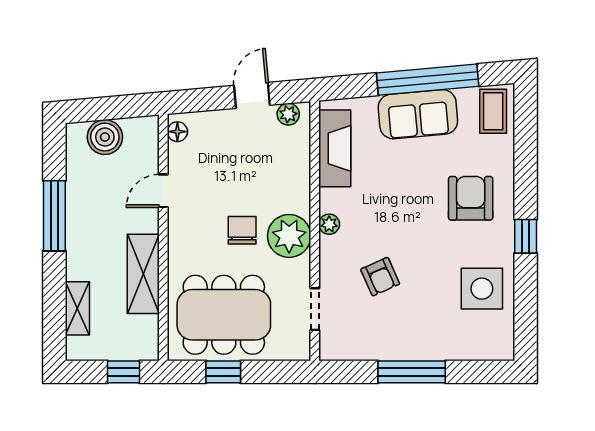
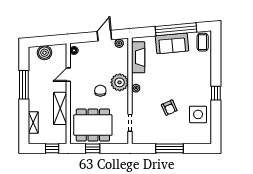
armchair: (471, 198) -> (193, 78), removed
plant: (289, 236) -> (120, 82), moved
armchair: (380, 277) -> (169, 108), moved

